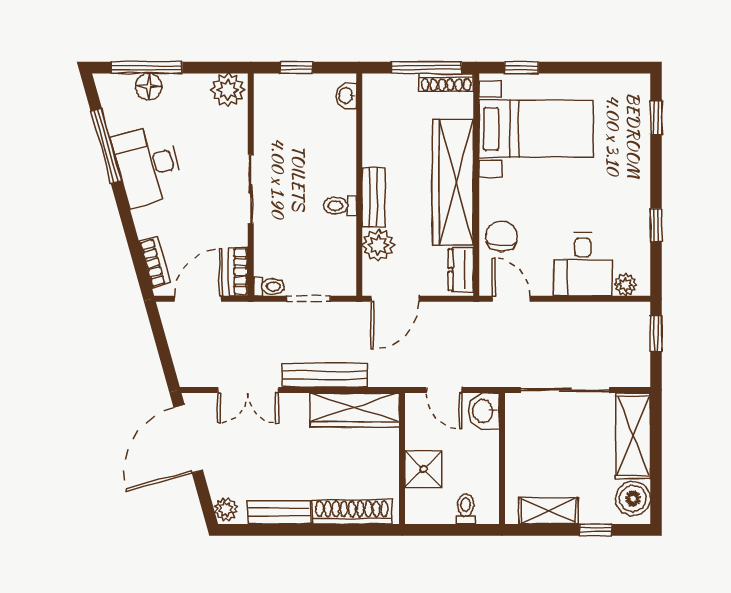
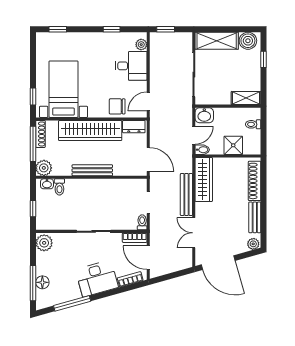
desk: (148, 166) -> (97, 278), moved
bench: (373, 197) -> (92, 170), width x1.36
toilet: (340, 206) -> (59, 187), moved
plant: (378, 245) -> (44, 168), moved
double door: (248, 390) -> (194, 233), swing flipped
bidet: (415, 407) -> (202, 150), added
shelving: (548, 511) -> (246, 98), moved, turned 90

